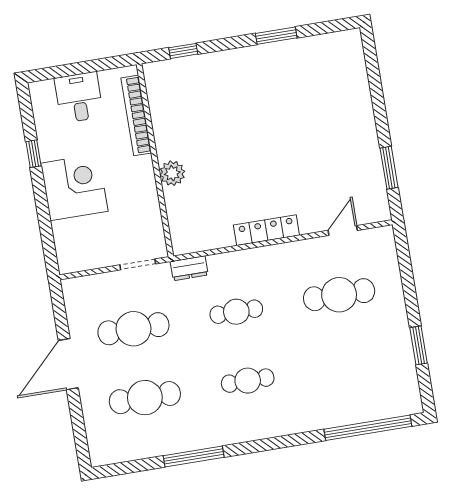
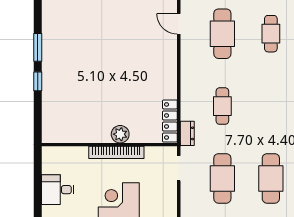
window: (183, 51) -> (38, 81), moved
bookcase: (136, 115) -> (116, 152), moved
locker: (266, 230) -> (170, 121), moved
cafe table: (248, 381) -> (271, 34), moved

